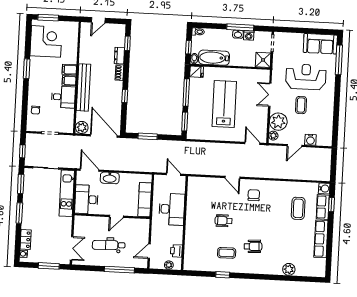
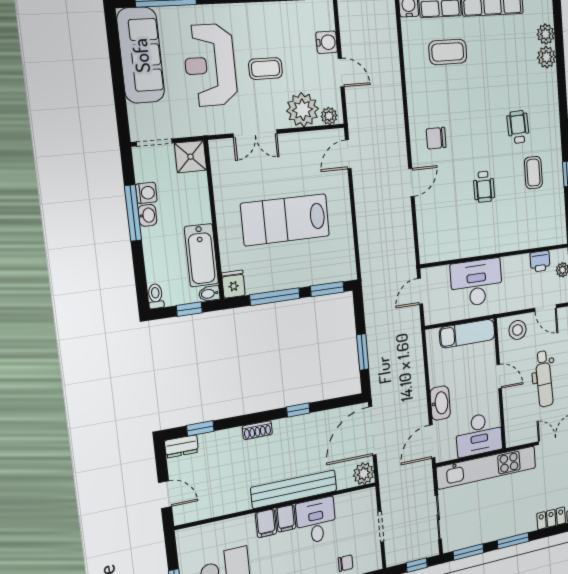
sofa: (320, 44) -> (141, 55), width x1.36
dresser: (119, 56) -> (182, 446), moved
kitchen unit: (67, 193) -> (487, 468), width x1.36
stool: (140, 231) -> (517, 330), added
plant: (301, 270) -> (546, 34), added

